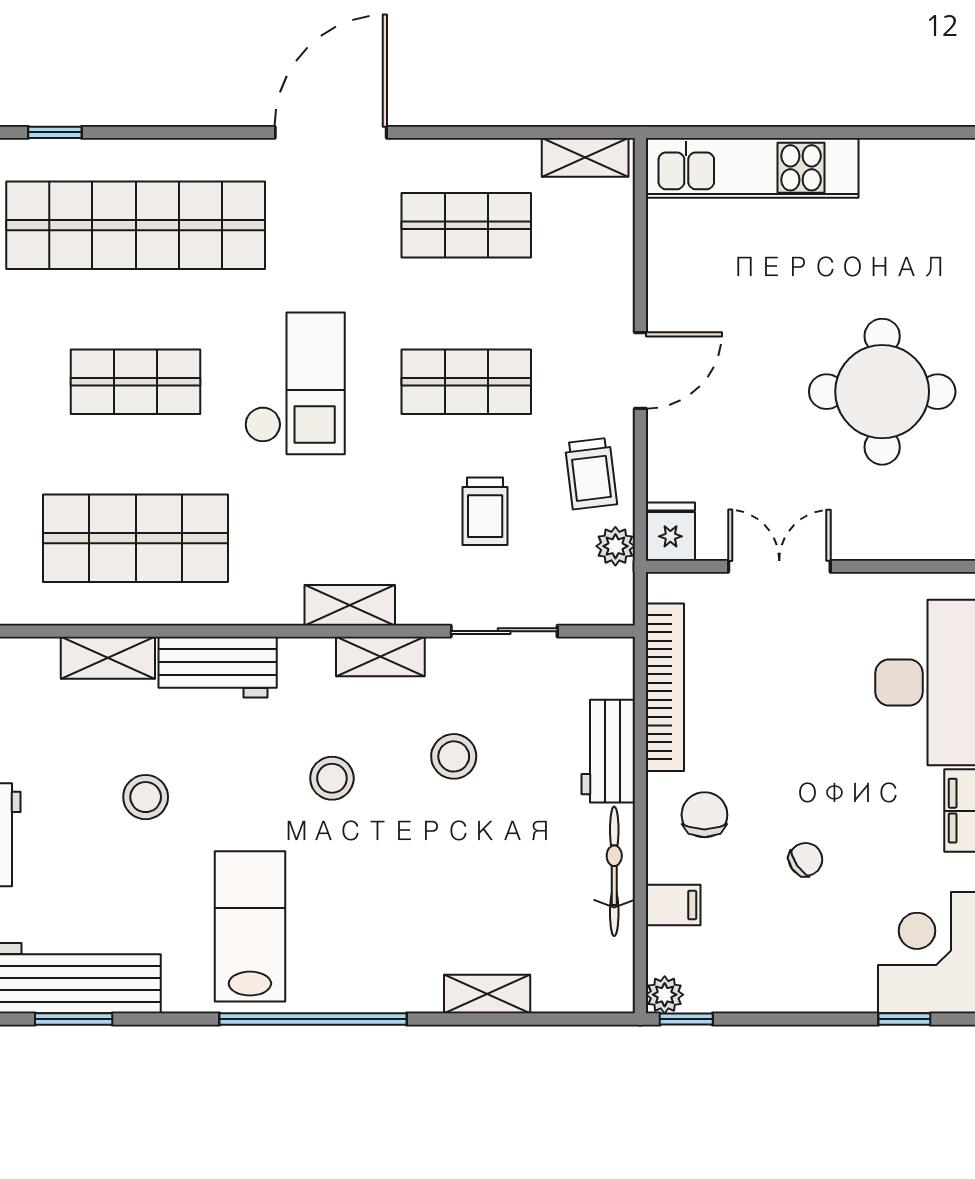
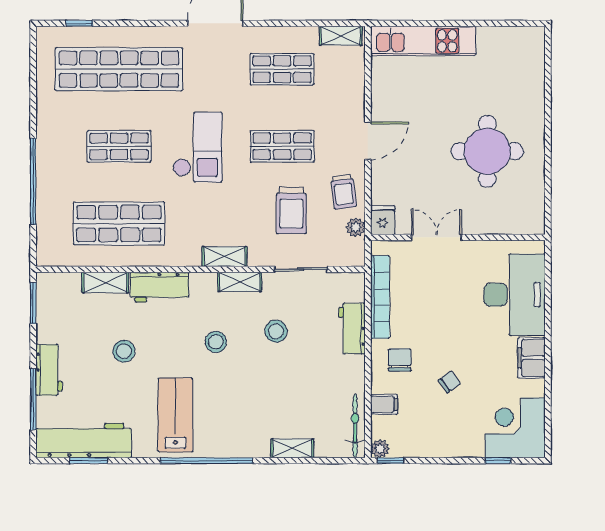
trolley: (485, 511) -> (291, 210), width x1.36, depth x1.39
bicycle: (614, 871) -> (355, 426), moved

